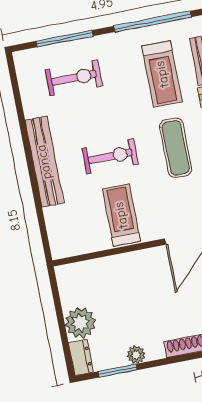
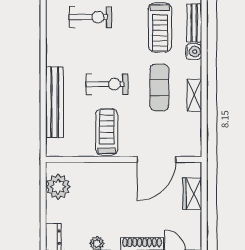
bench: (44, 162) -> (55, 102), moved
plant: (80, 323) -> (58, 187), moved

